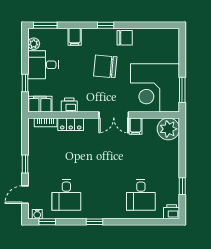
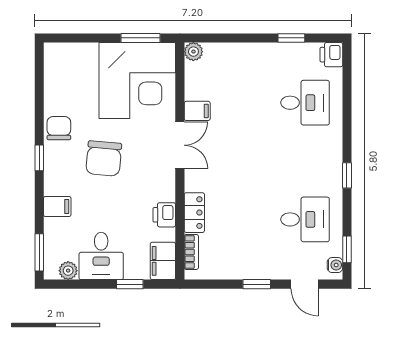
plant: (168, 129) -> (193, 52), width x0.53, depth x0.53

